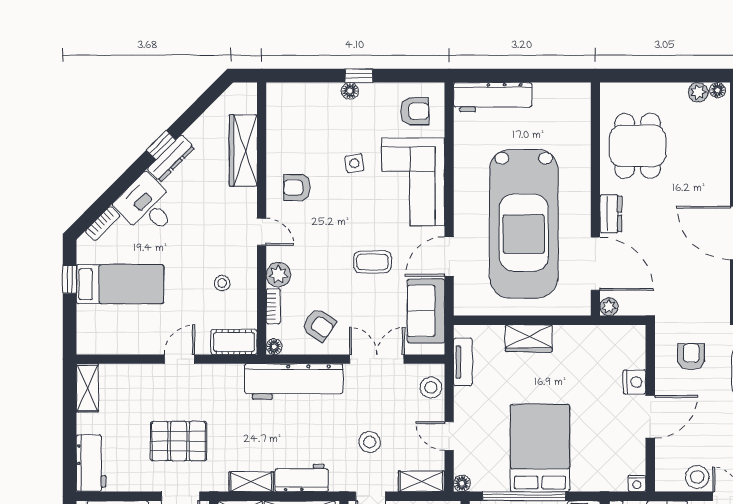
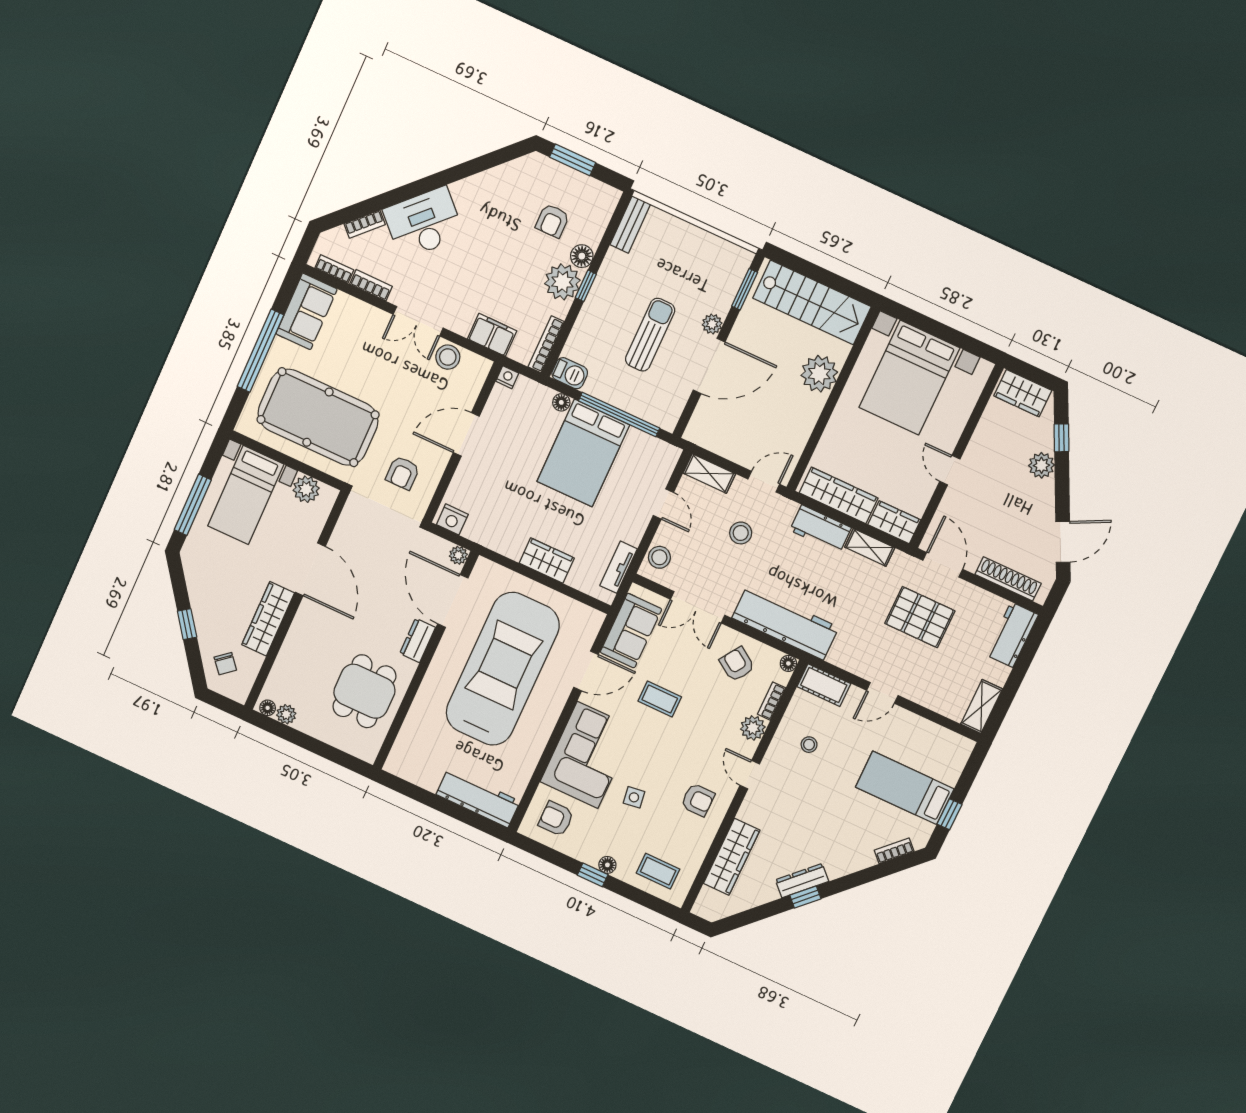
coffee table: (302, 107) -> (658, 871), added
desk: (147, 206) -> (845, 848), removed
nightstand: (634, 382) -> (452, 519), moved, turned -90
floor lamp: (462, 483) -> (561, 402), moved

